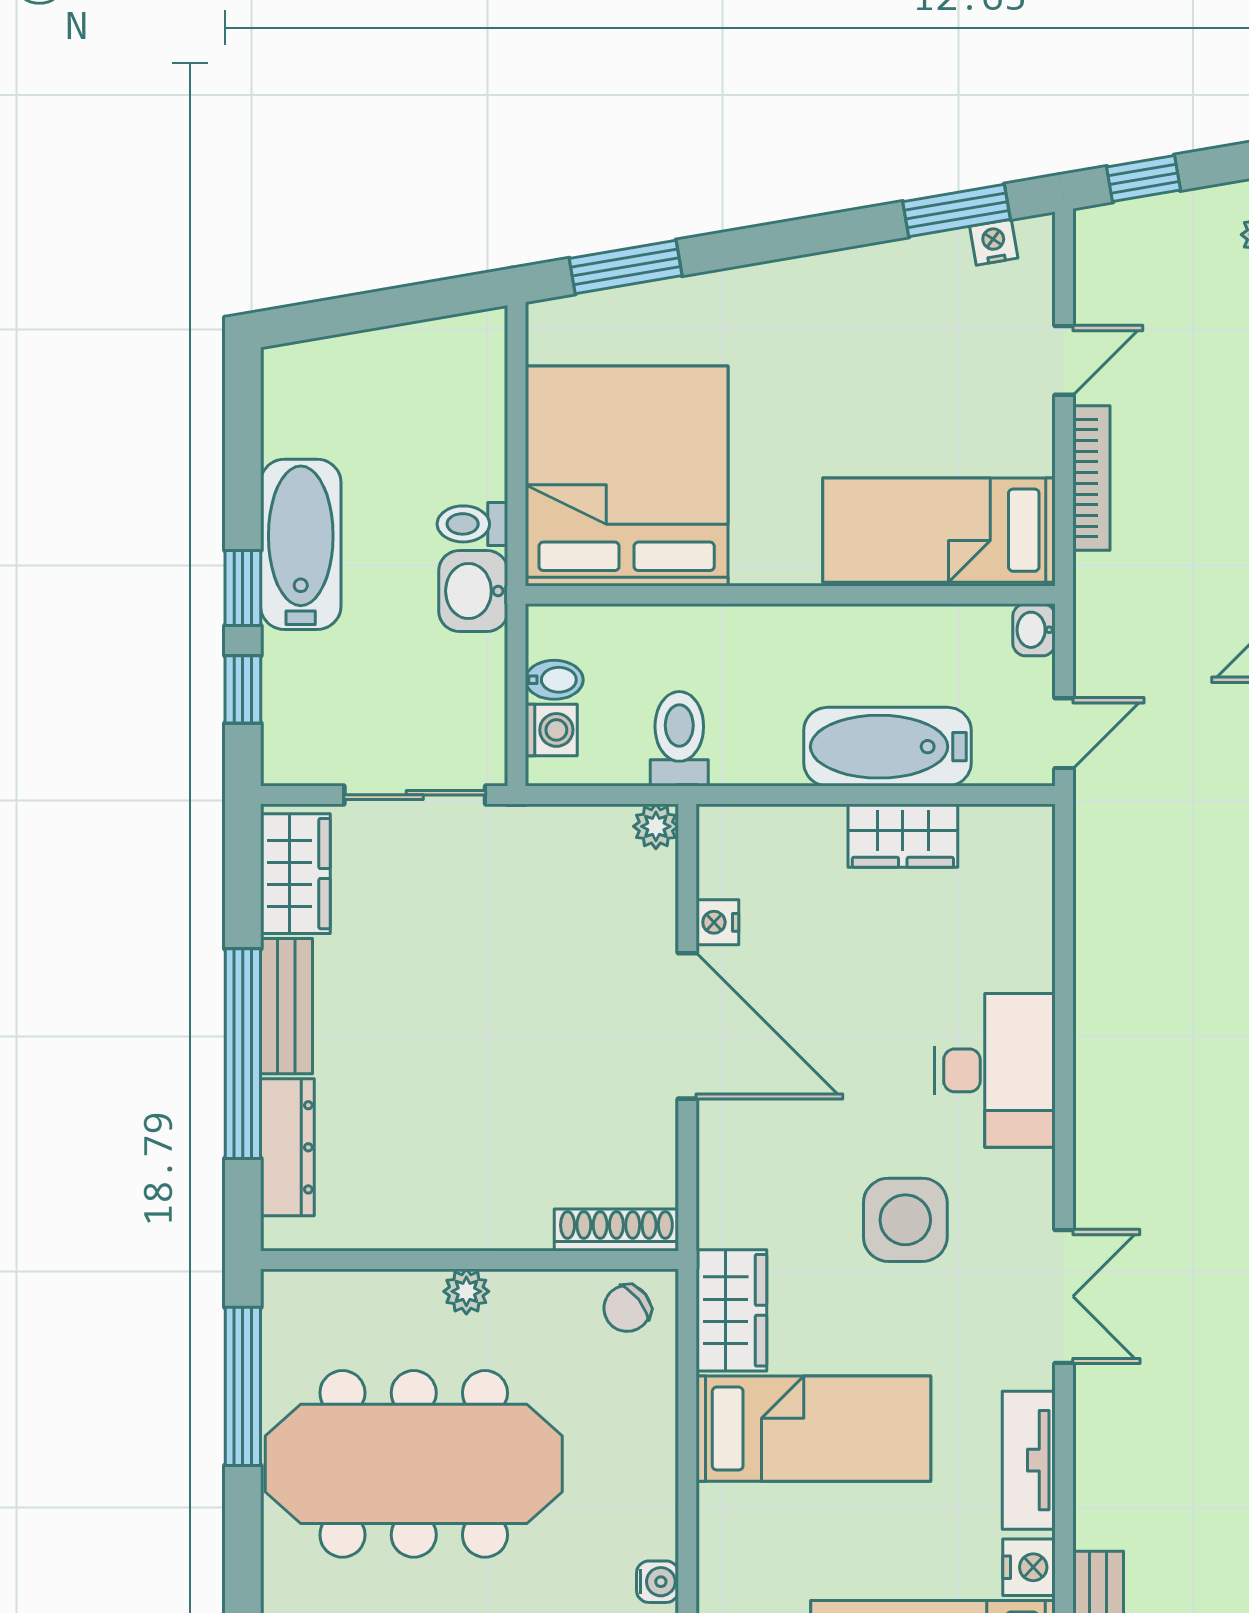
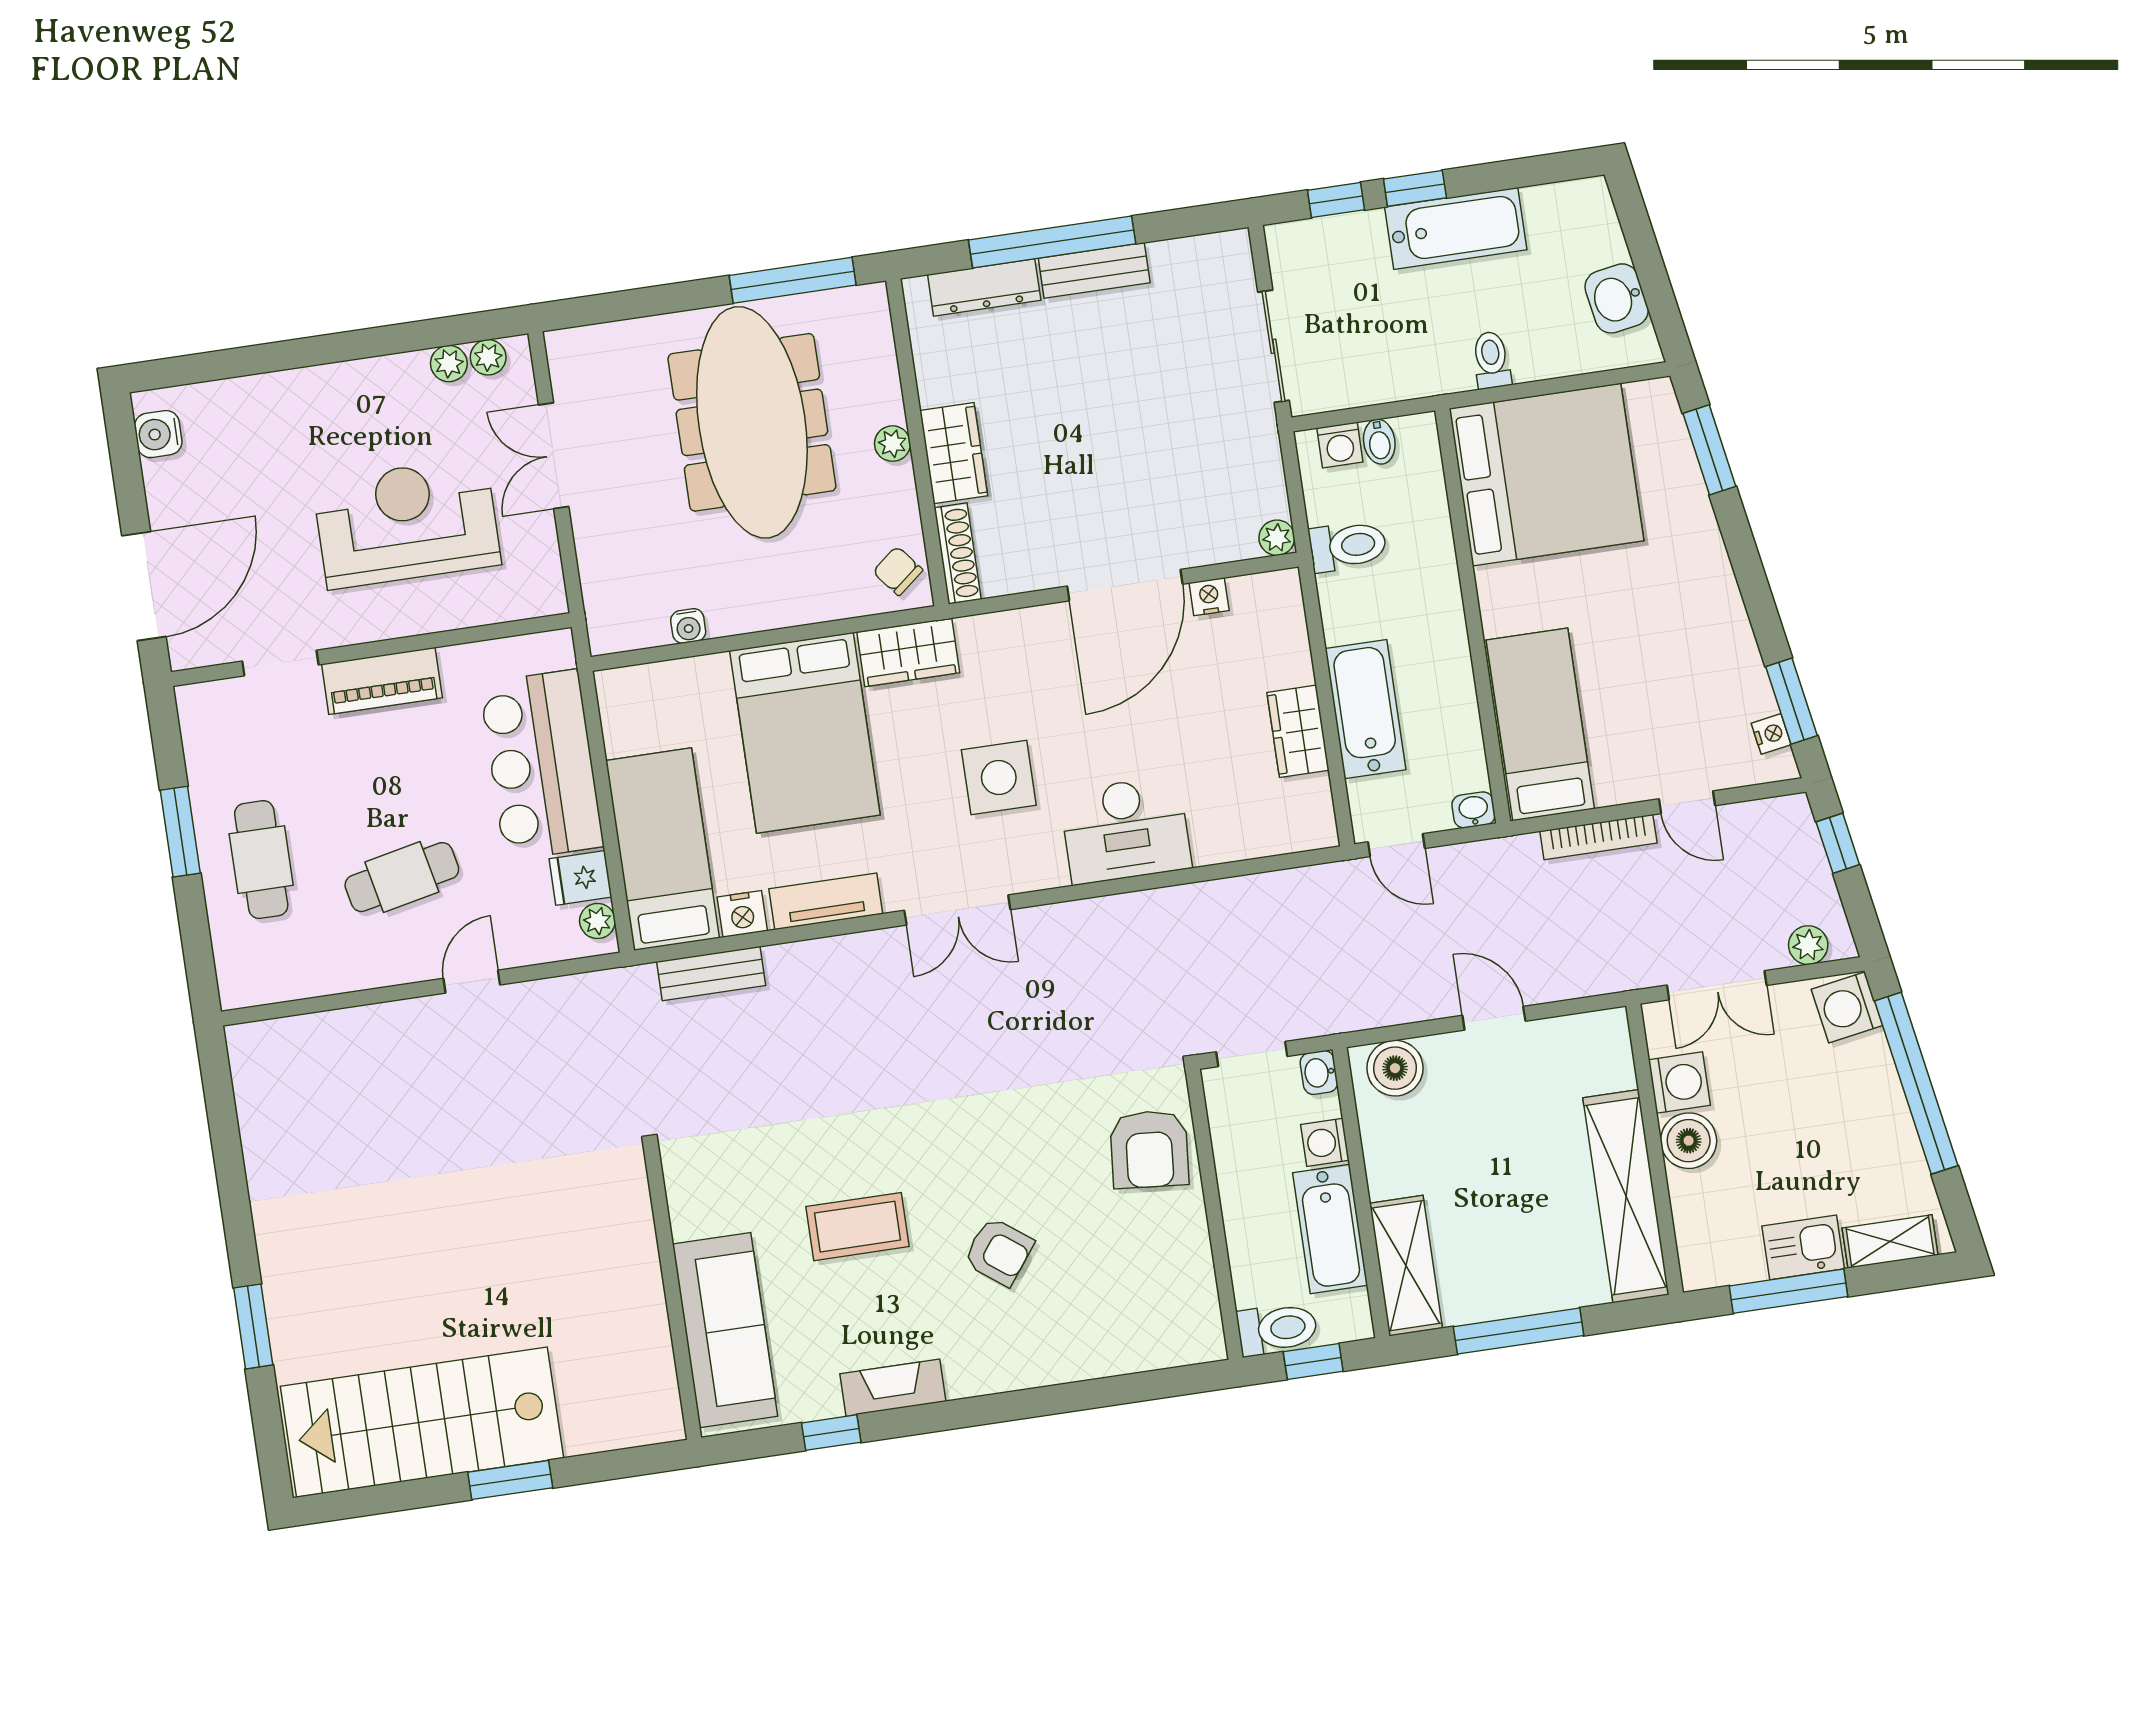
washbasin: (473, 591) -> (1617, 298), moved, turned -100
wardrobe: (295, 874) -> (954, 453), moved, turned -90
bed: (813, 1429) -> (805, 733), width x1.50

